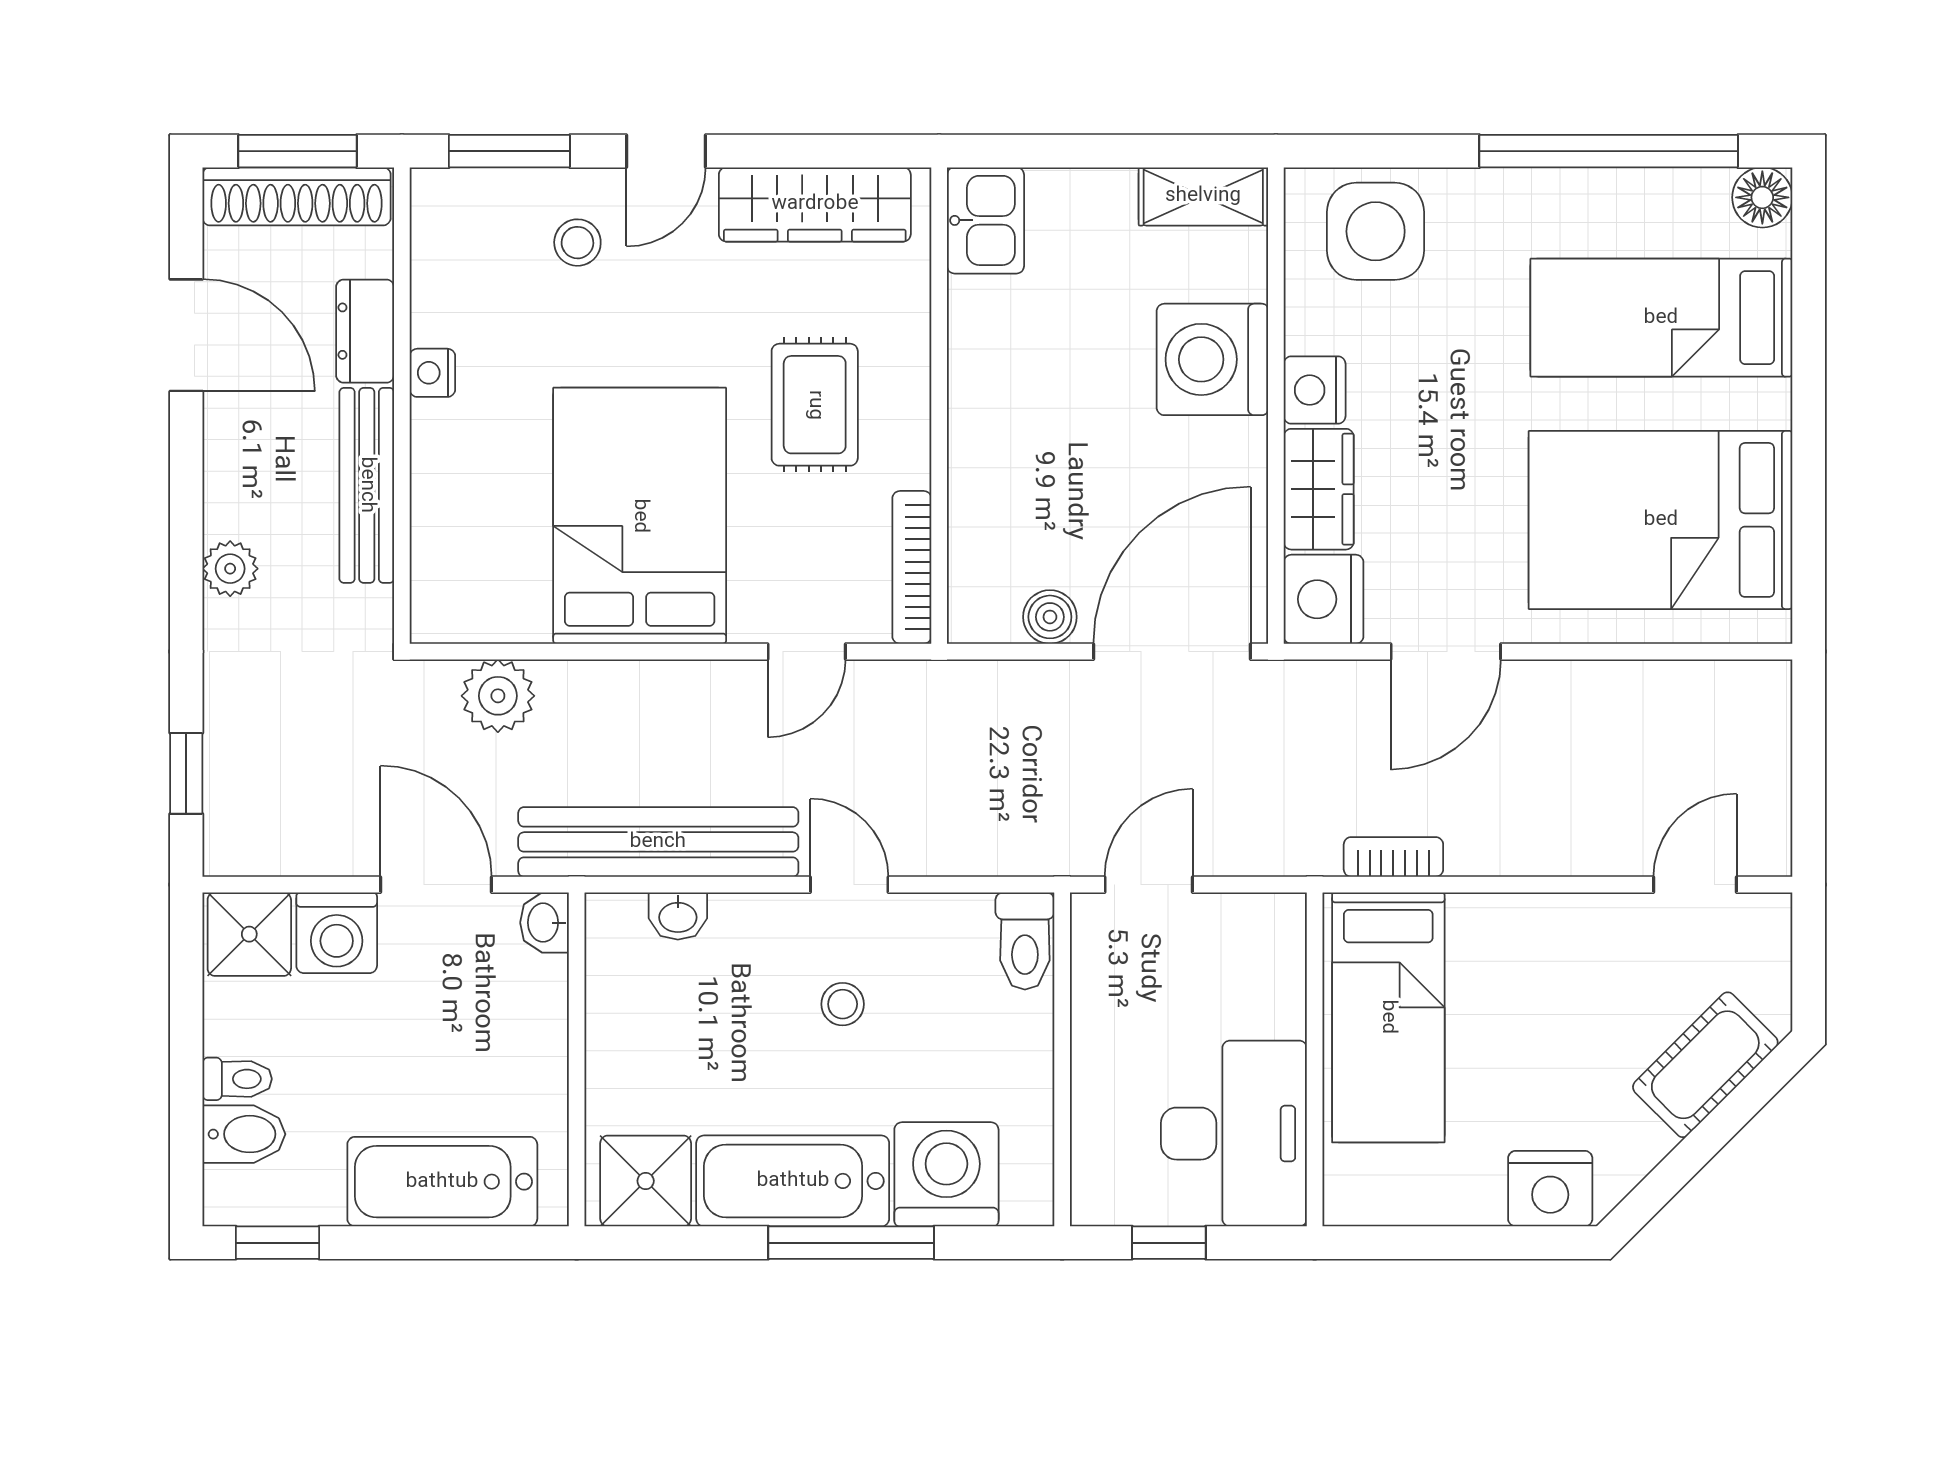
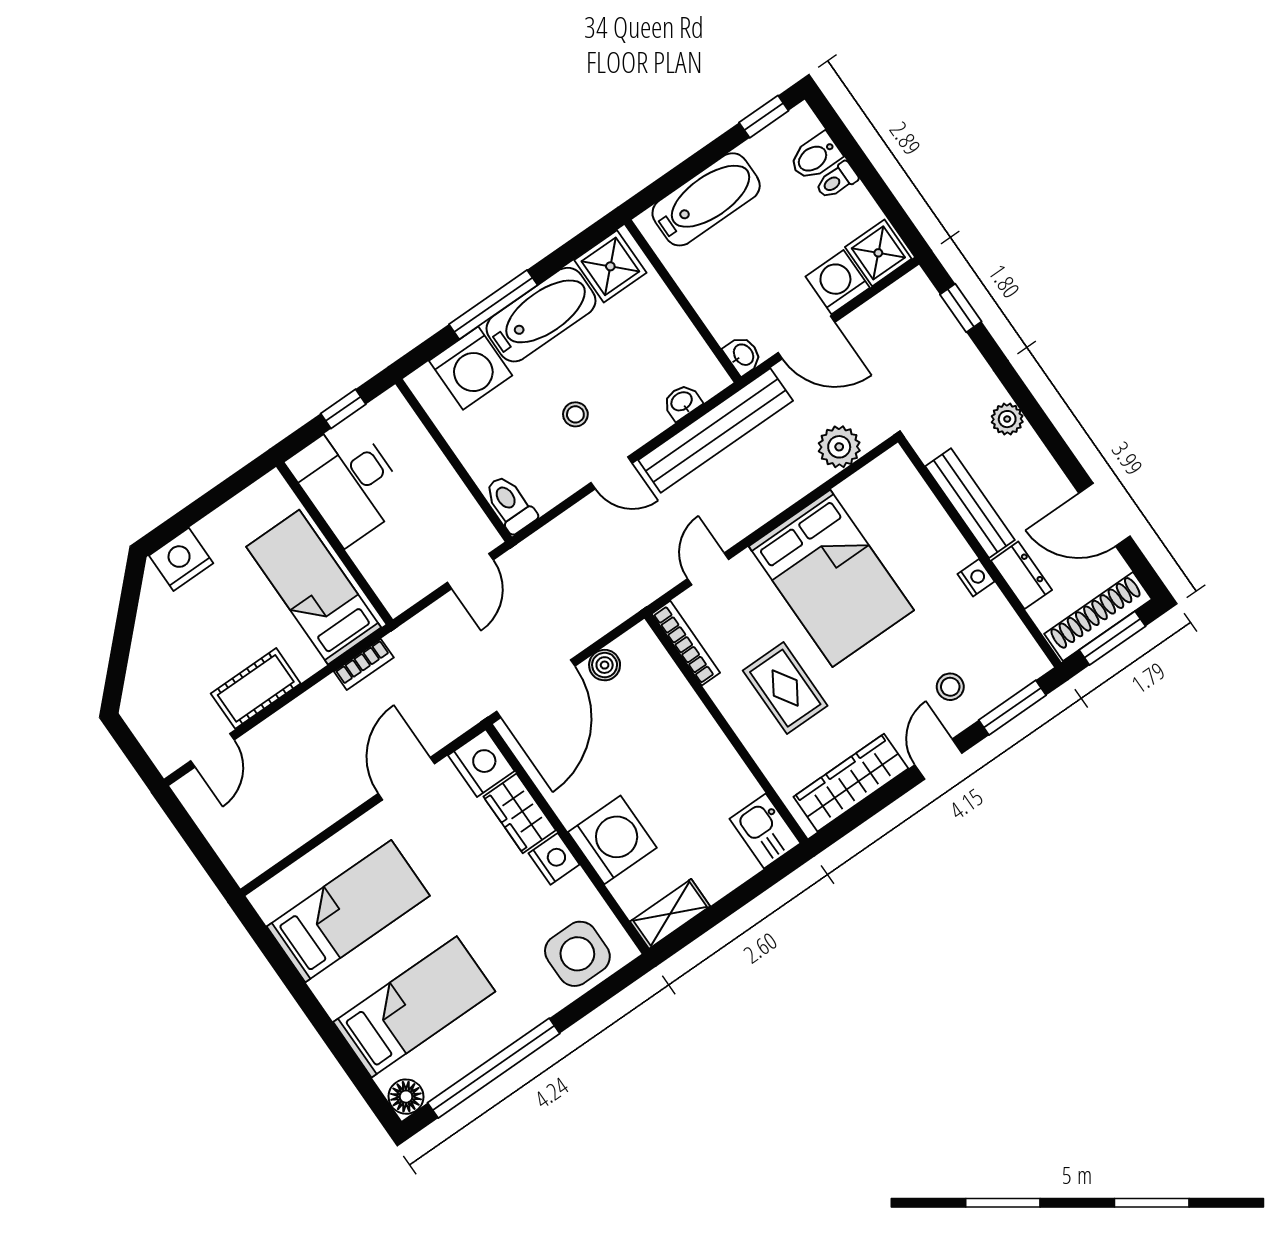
bed: (1661, 520) -> (348, 911), width x0.67
cot: (1705, 1065) -> (256, 688), moved, turned 45

